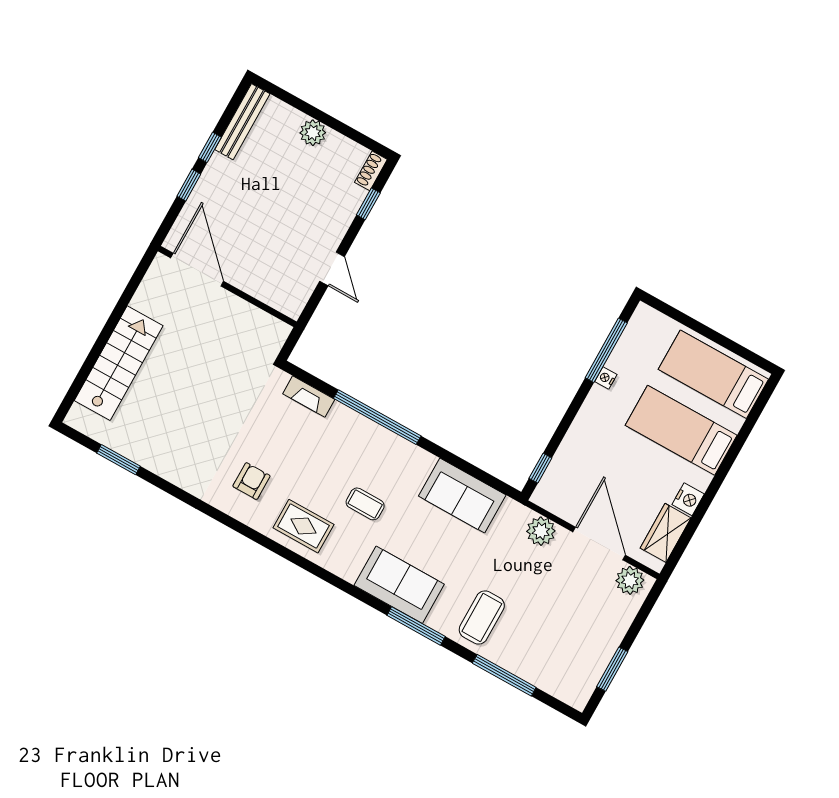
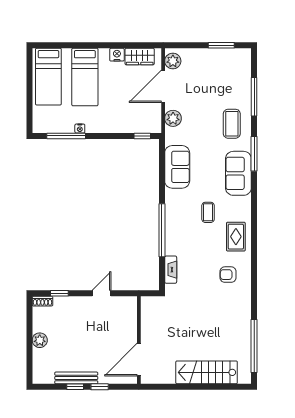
bench: (242, 122) -> (76, 378), moved
window: (119, 460) -> (254, 346), width x2.11
coffee table: (482, 618) -> (232, 124), turned 90

